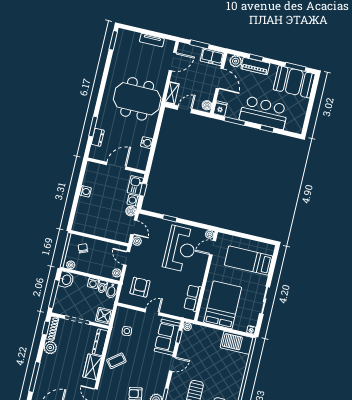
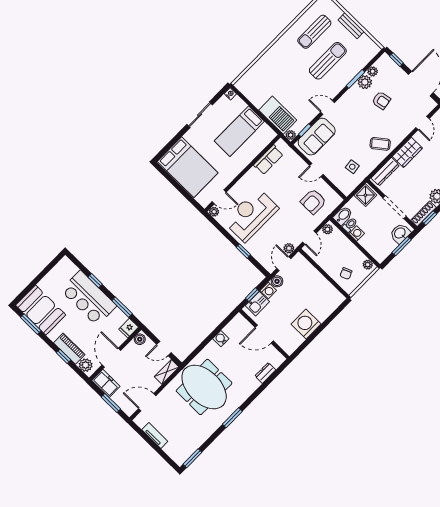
window: (93, 127) -> (232, 418), moved
washing machine: (85, 191) -> (306, 324), width x1.89, depth x1.89
bed: (248, 261) -> (188, 167), width x1.50
washbasin: (66, 280) -> (400, 233), moved
window: (54, 294) -> (402, 246), width x0.69
bed: (223, 305) -> (239, 131), width x0.67
barbecue: (237, 343) -> (278, 115), moved

